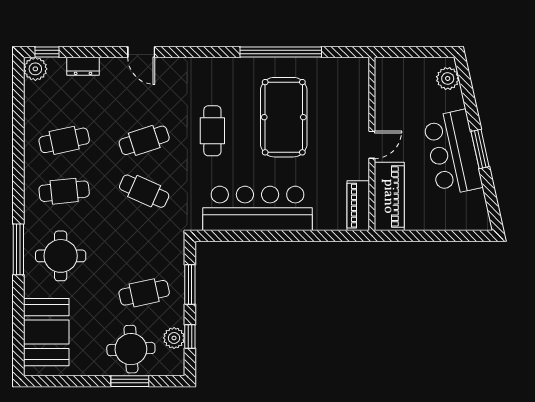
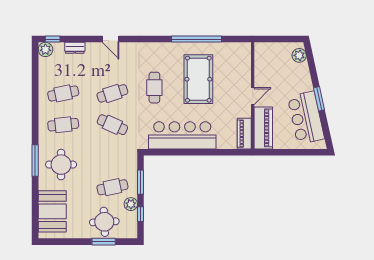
bar counter: (453, 153) -> (306, 118), moved
plant: (174, 338) -> (131, 204), moved

